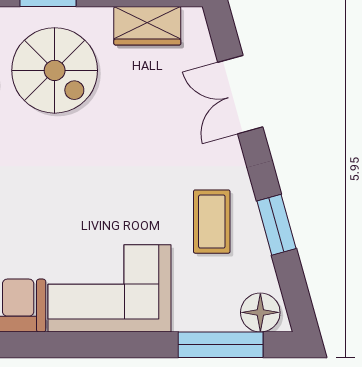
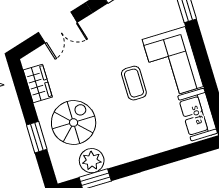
coffee table: (212, 222) -> (134, 83), moved, turned 90

